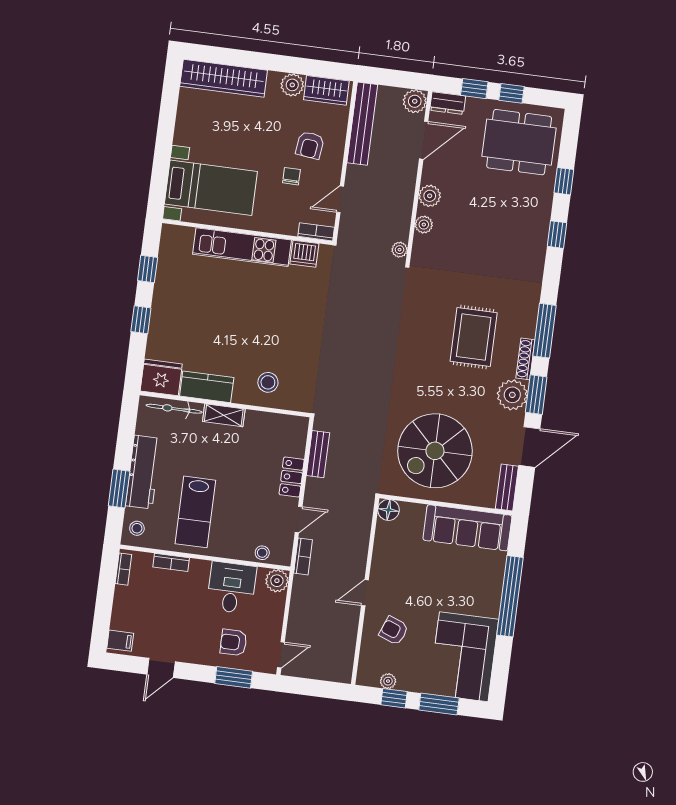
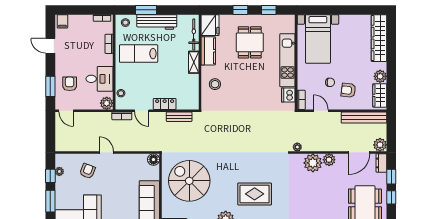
door: (424, 140) -> (359, 152), hinge flipped
plant: (424, 225) -> (313, 163), width x1.87, depth x1.87
dining table: (201, 311) -> (250, 42), added

